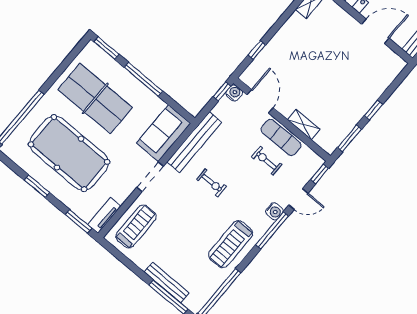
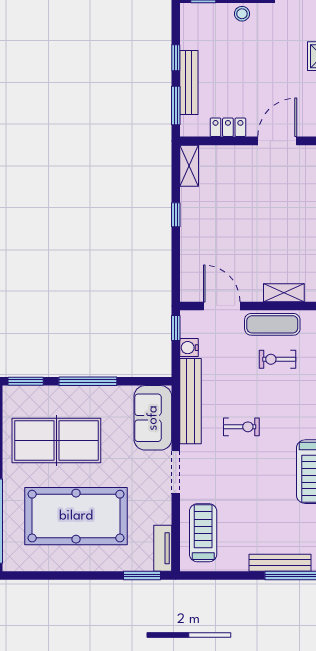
window: (257, 50) -> (176, 215), moved
water cooler: (234, 93) -> (189, 348), moved, turned -90
window: (37, 186) -> (72, 576), removed

